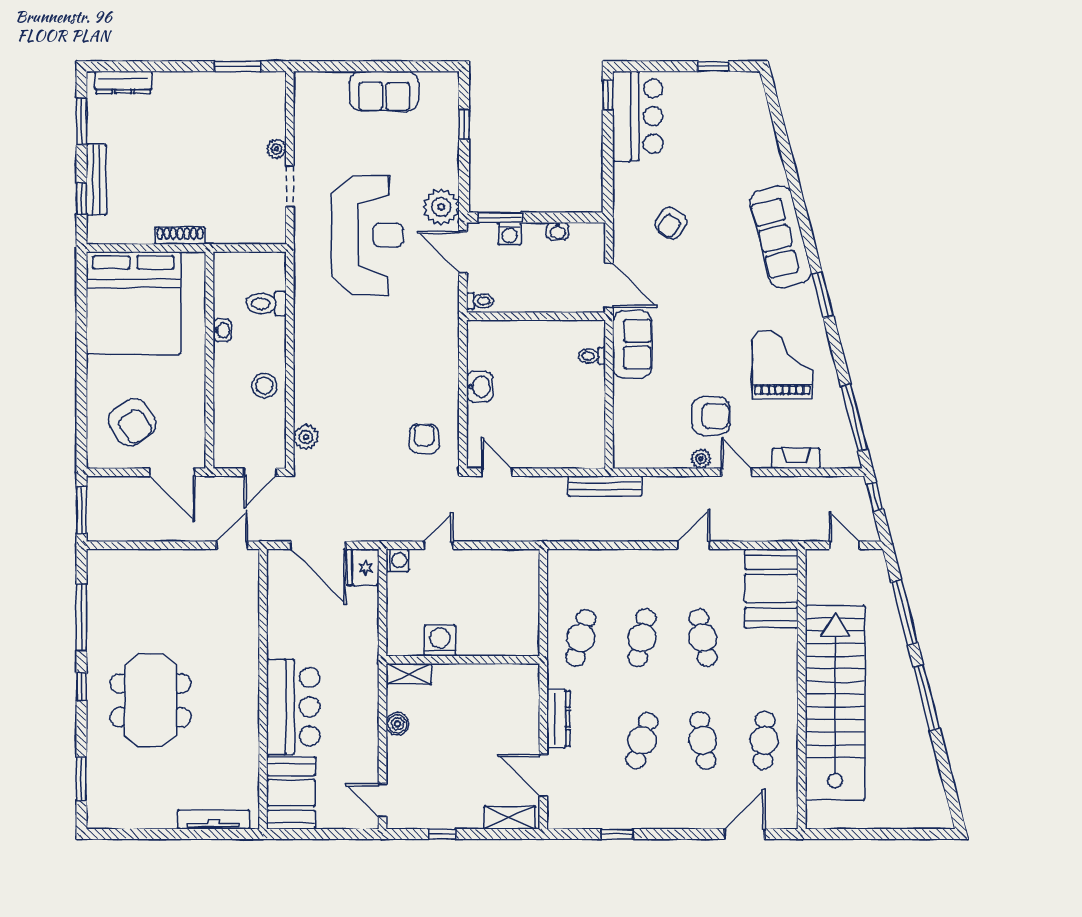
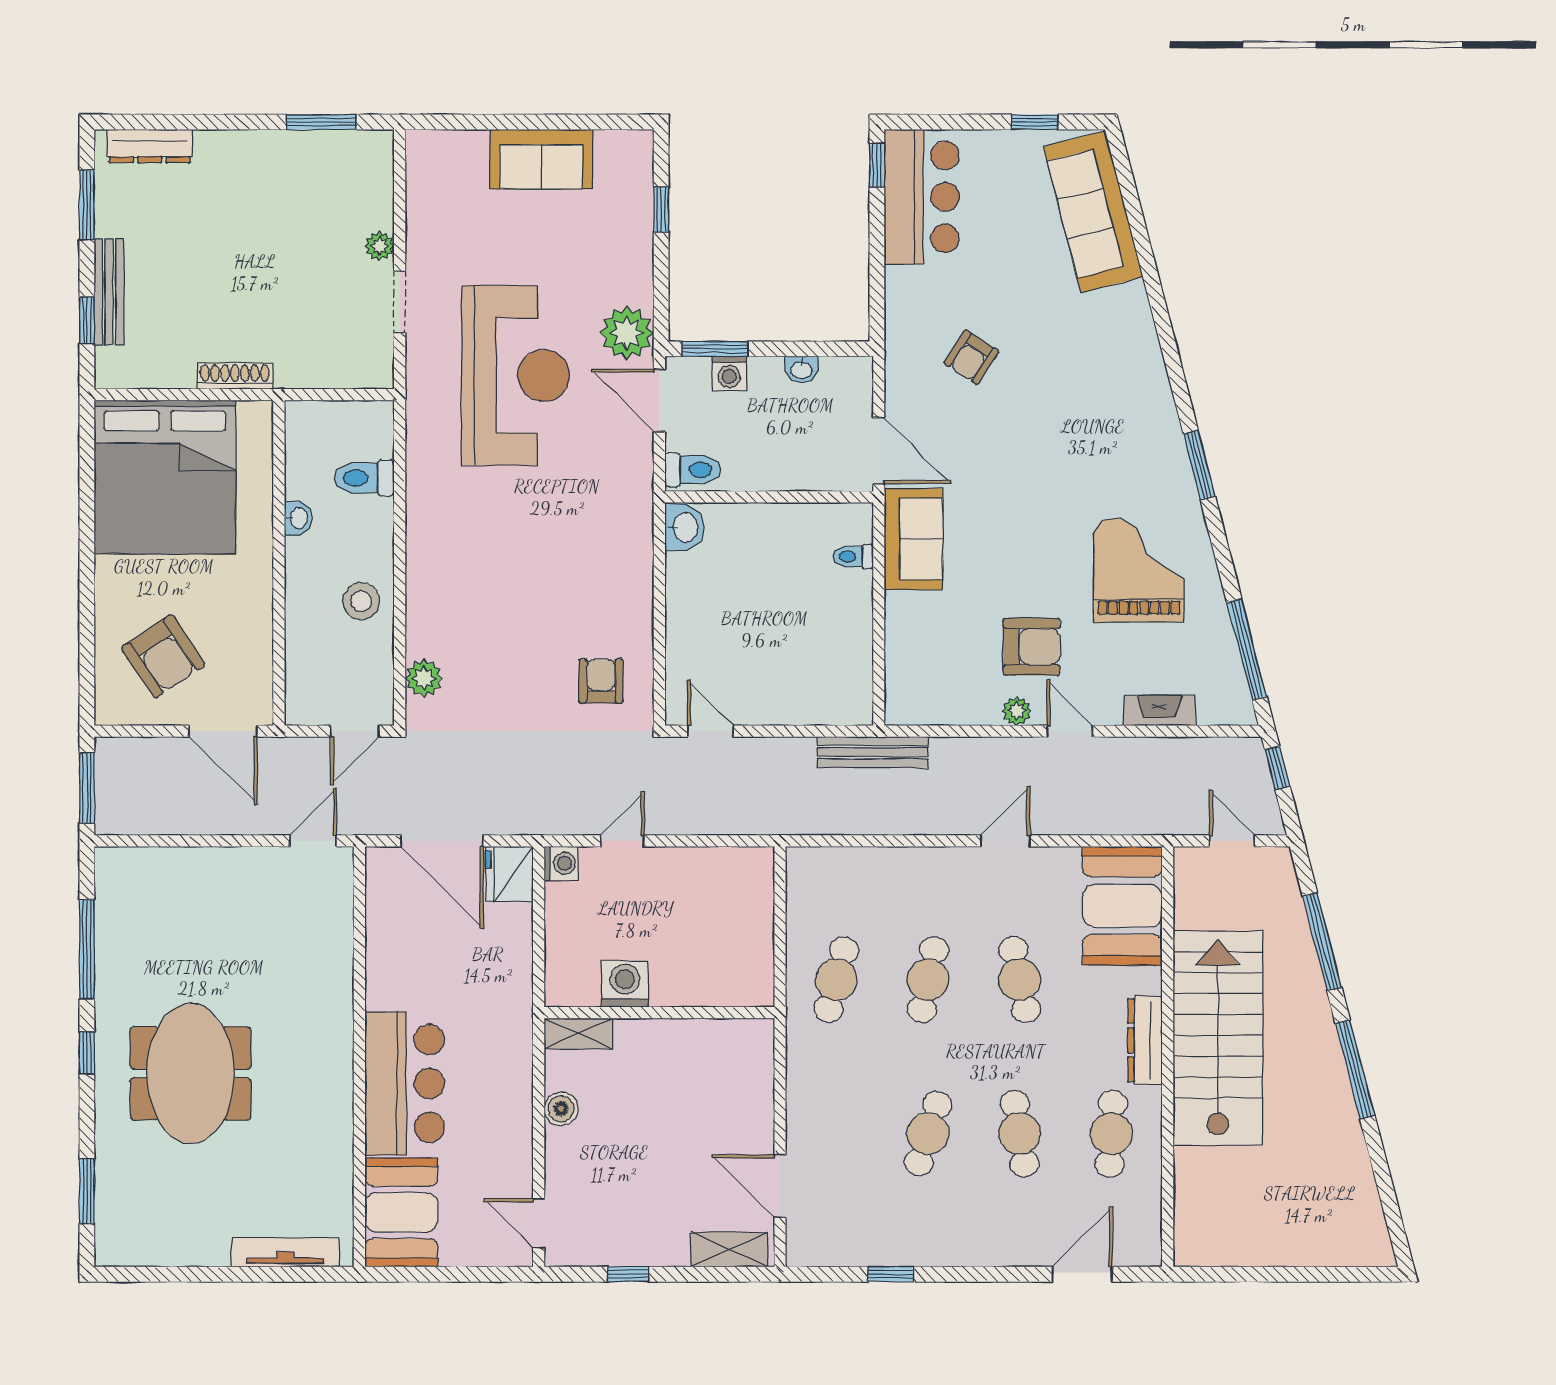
sofa: (781, 237) -> (1093, 212), moved
toilet: (480, 301) -> (693, 470), width x1.37, depth x1.39
washbasin: (480, 387) -> (684, 527), moved
stairs: (835, 703) -> (1218, 1038), width x0.73
dresser: (558, 719) -> (1145, 1040), moved, turned 180

